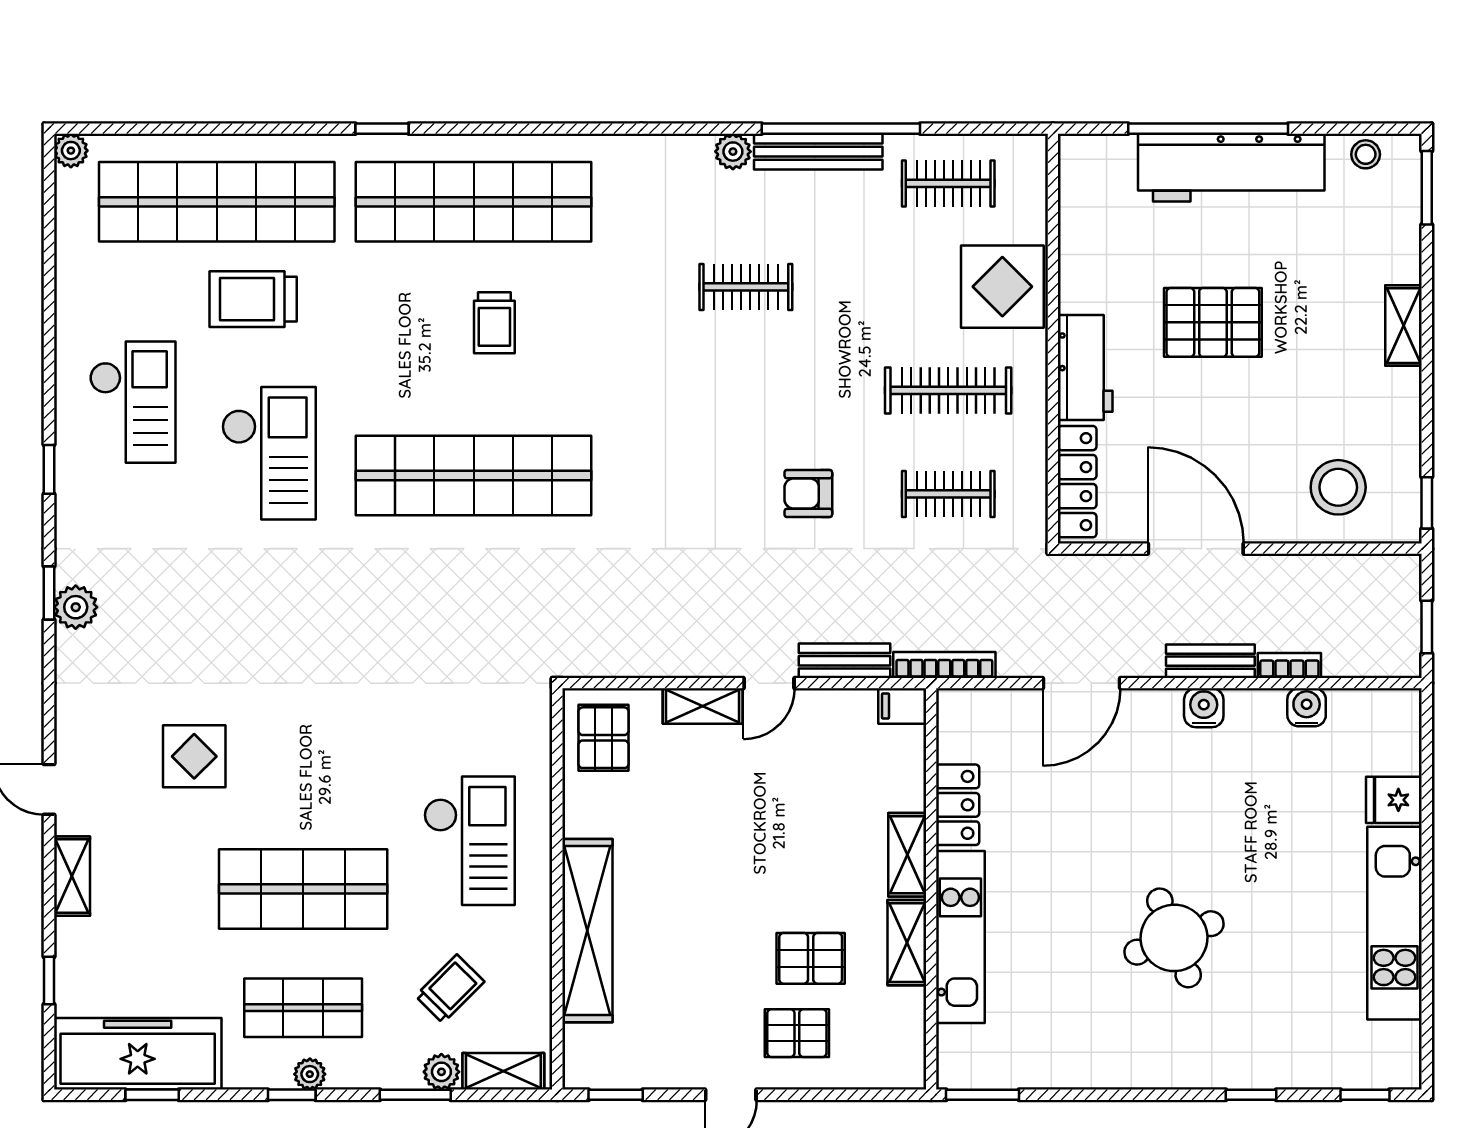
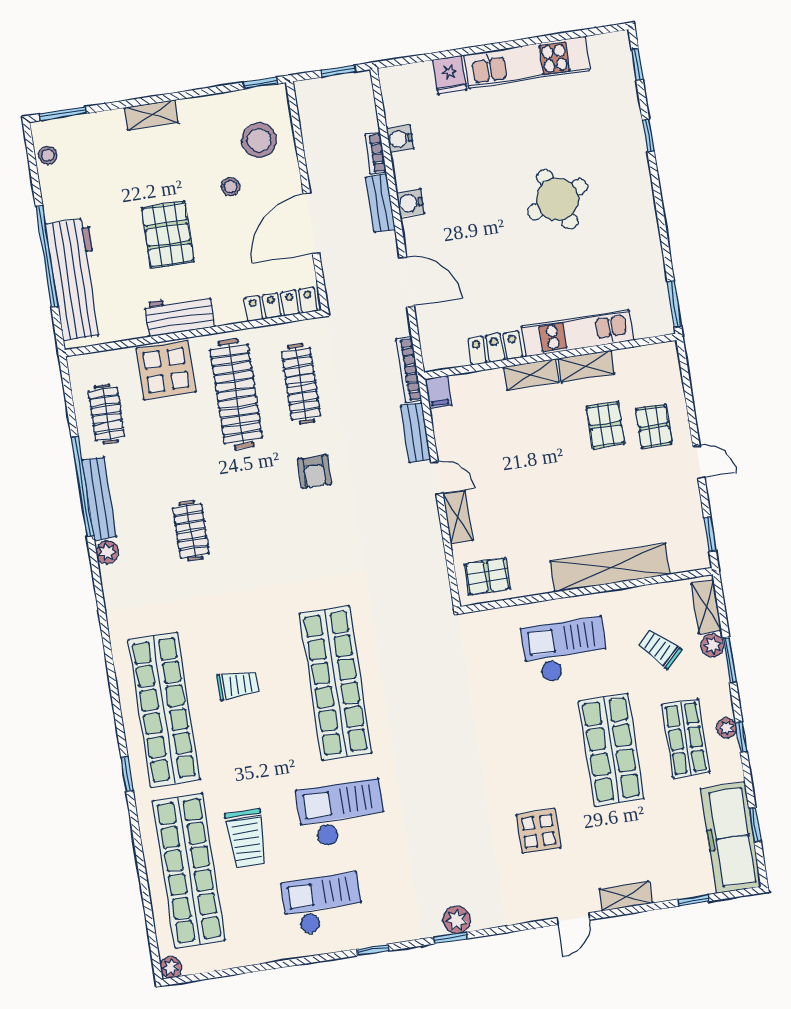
workbench: (1231, 168) -> (75, 279), moved
workbench: (1085, 368) -> (179, 315), moved
clothes rail: (948, 390) -> (236, 394), width x1.37, depth x1.31
stool: (1273, 432) -> (231, 187), added
clothes rail: (948, 494) -> (301, 384), width x1.36

